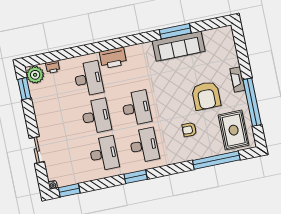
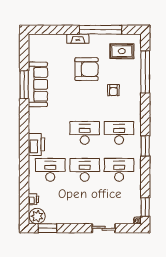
rug: (234, 130) -> (122, 51), width x0.73, depth x0.70

